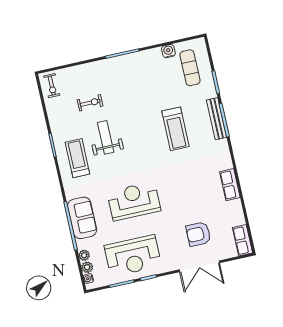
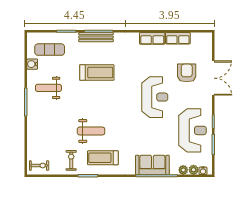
weight bench: (145, 76) -> (48, 88), added
exercise bike: (90, 103) -> (71, 160), moved
weight bench: (106, 137) -> (91, 131), turned 180
reception desk: (134, 201) -> (155, 97), moved, turned 180
armchair: (198, 234) -> (187, 73), turned 180
row of seats: (243, 240) -> (178, 38), moved

